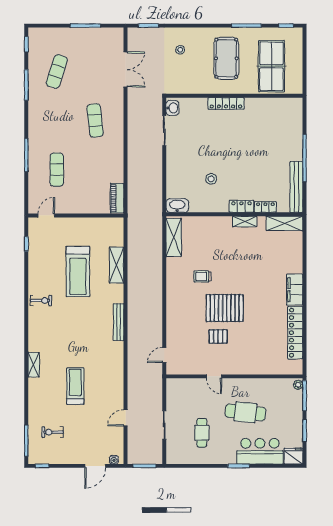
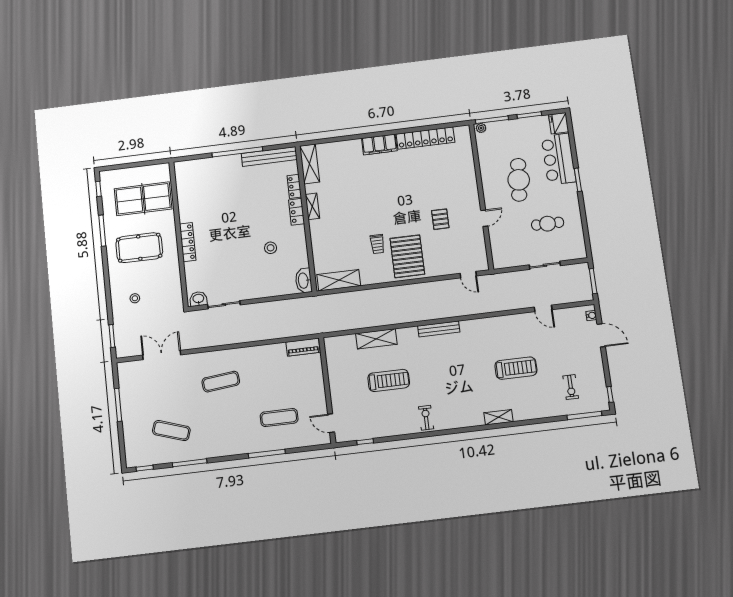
treadmill: (78, 271) -> (389, 380), width x0.73, depth x0.73
pallet: (225, 308) -> (407, 256), moved
treadmill: (75, 386) -> (516, 368), turned 180

